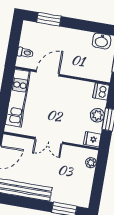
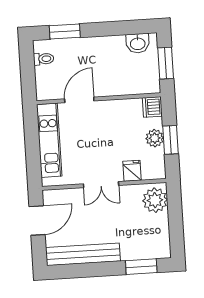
toilet: (25, 53) -> (44, 59), moved
fridge: (92, 139) -> (132, 171), moved, turned 90
plant: (91, 163) -> (155, 200), width x1.88, depth x1.88

